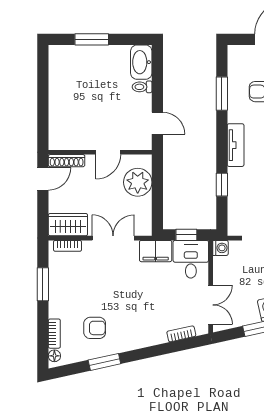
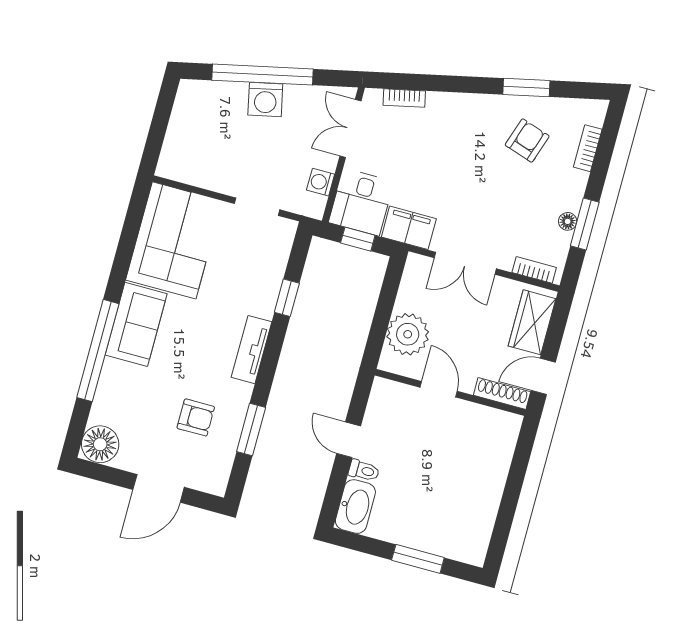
door: (157, 123) -> (349, 440), moved
door: (108, 152) -> (439, 389), hinge flipped
wardrobe: (68, 225) -> (532, 322), moved, turned 90
washing machine: (220, 248) -> (321, 182), moved
armchair: (95, 328) -> (527, 141), turned 108
floor lamp: (54, 356) -> (568, 221), moved

